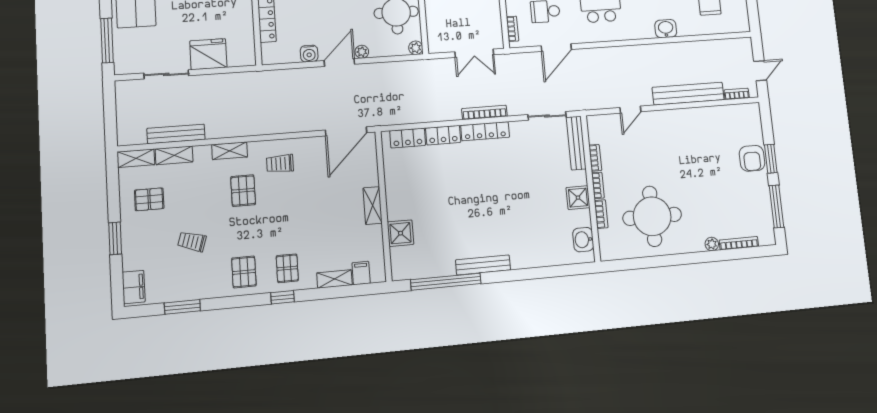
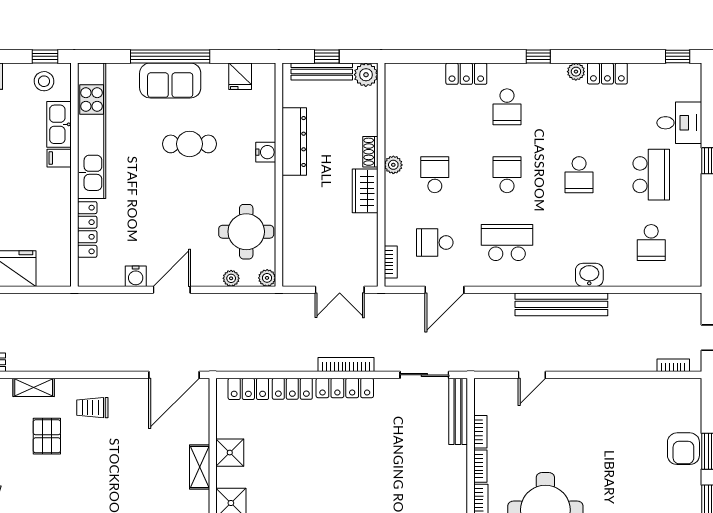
plant: (362, 52) -> (231, 278), moved
bench: (688, 94) -> (561, 304), moved
shower: (578, 198) -> (230, 453), moved

